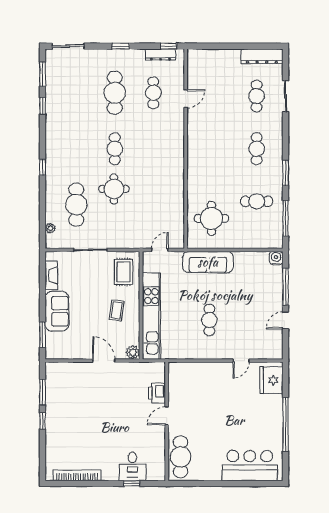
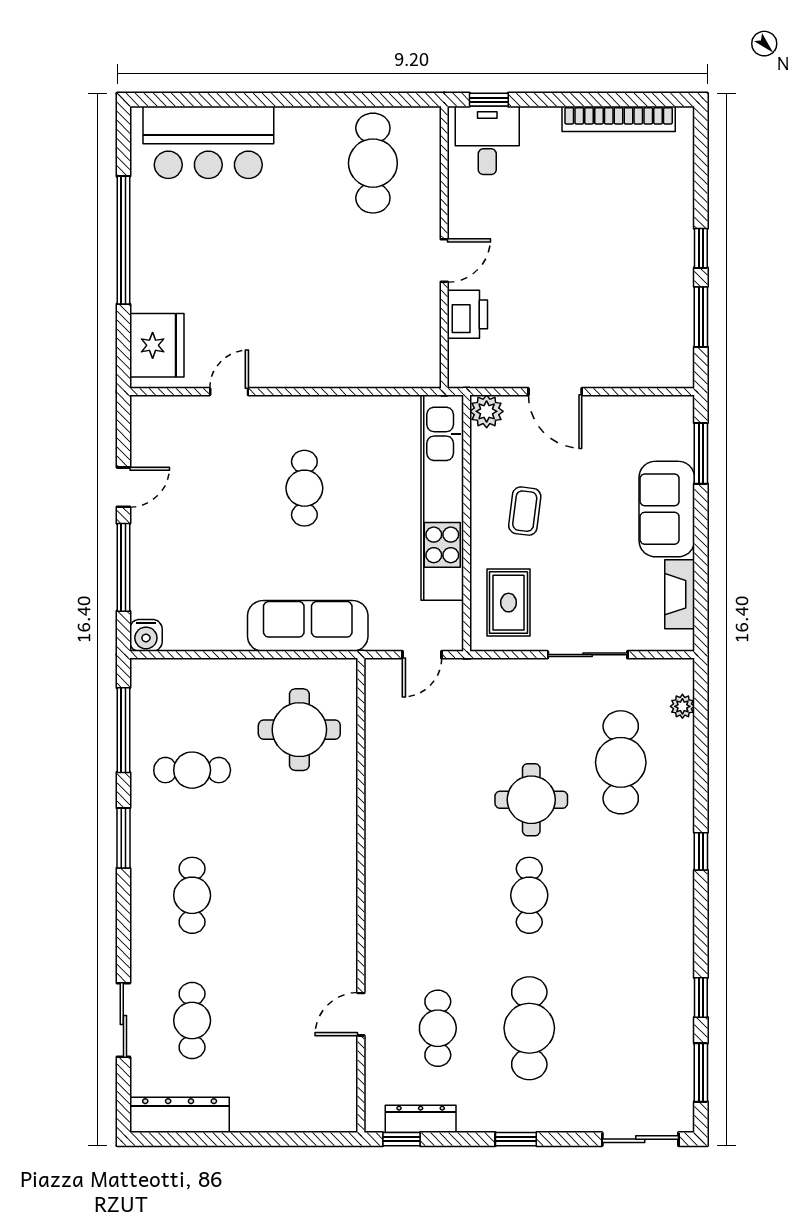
printer: (157, 393) -> (467, 314), moved
door: (167, 416) -> (444, 261), moved
wall: (167, 421) -> (444, 247), moved

